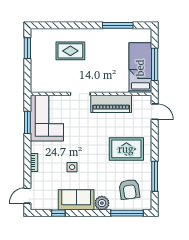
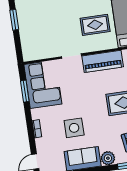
rug: (70, 51) -> (95, 25), moved
side table: (72, 167) -> (74, 128), width x1.87, depth x1.87

